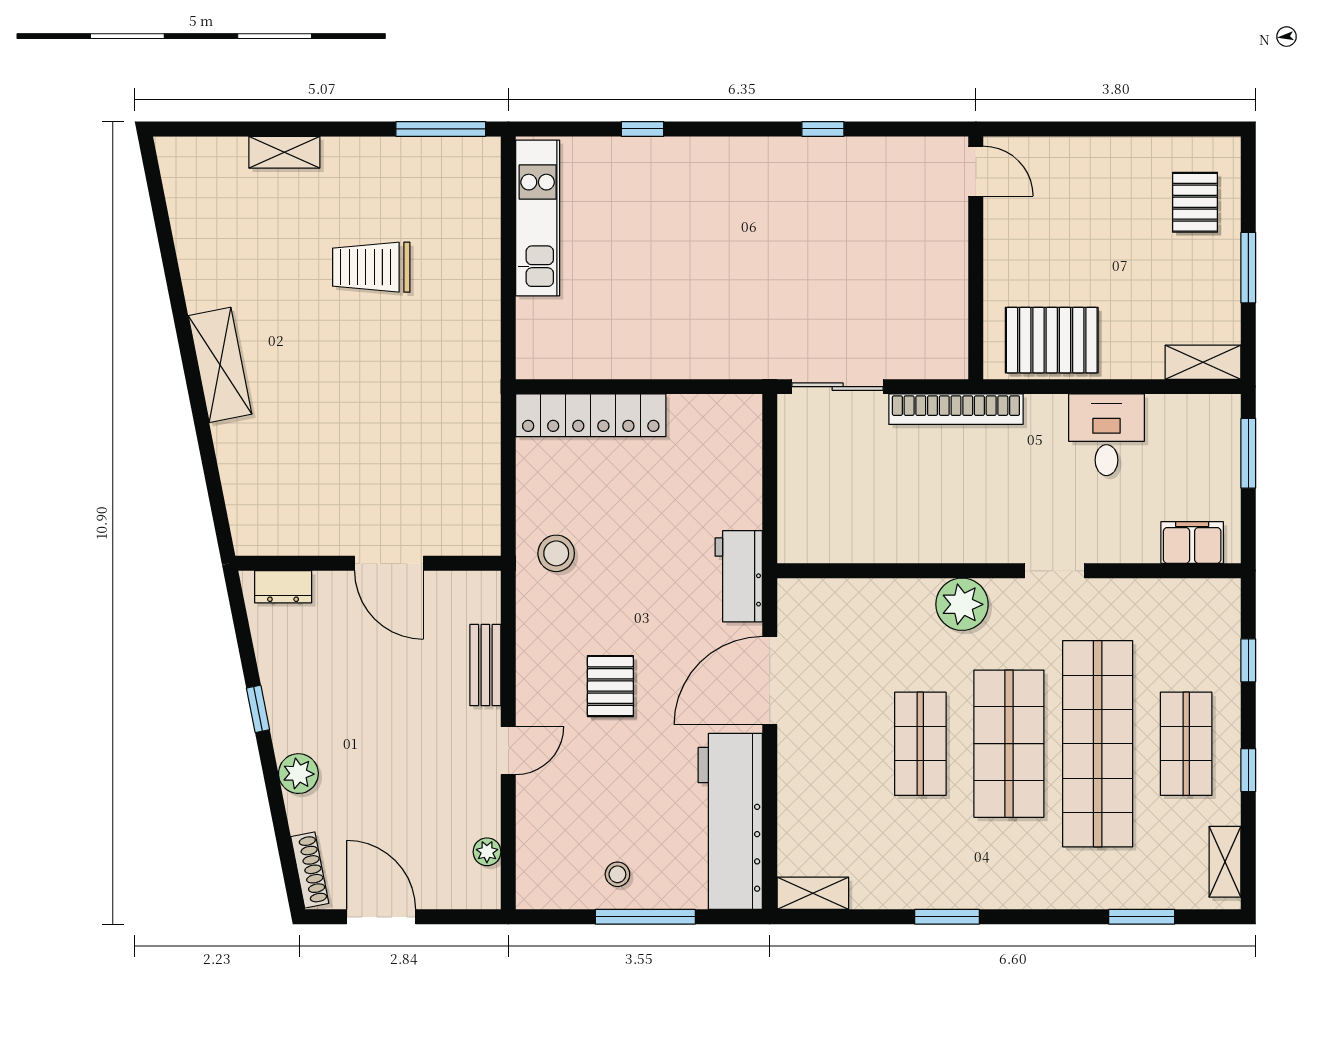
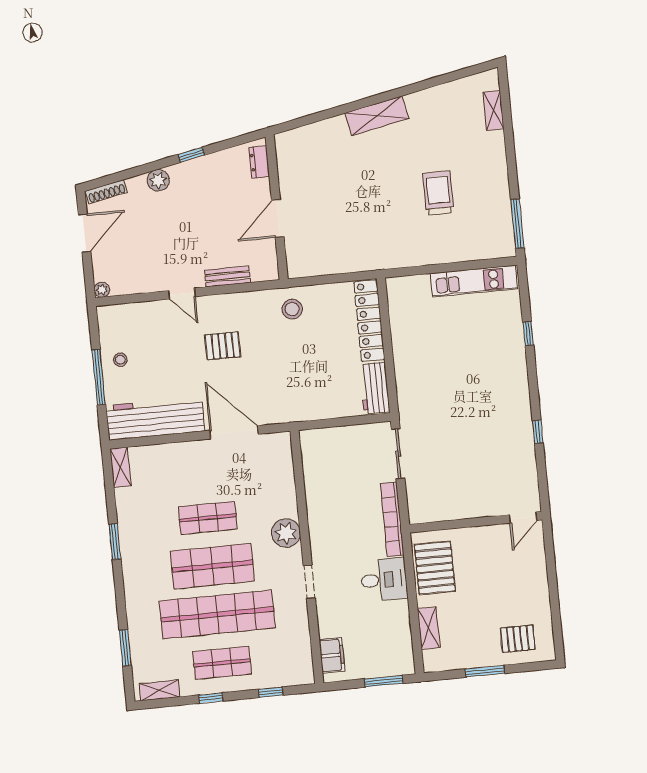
shelving: (284, 152) -> (493, 111), moved
shelving: (1203, 362) -> (429, 628), moved
desk: (1106, 435) -> (384, 580), moved
workbench: (739, 576) -> (375, 388), moved, turned -90
plant: (487, 852) -> (102, 290), moved

